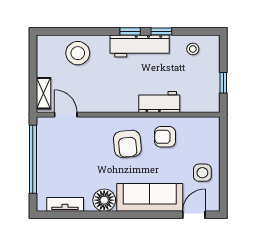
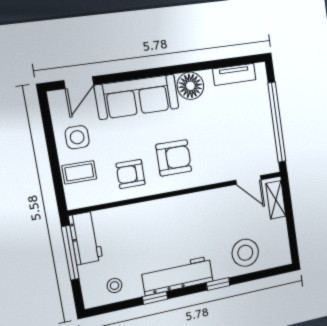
window: (130, 31) -> (218, 284), moved
window: (223, 83) -> (70, 253), width x2.17
workbench: (159, 102) -> (86, 238), moved, turned -90
armchair: (165, 137) -> (131, 174), turned 180
armchair: (127, 144) -> (174, 158), turned 96
coffee table: (205, 145) -> (79, 172), added

